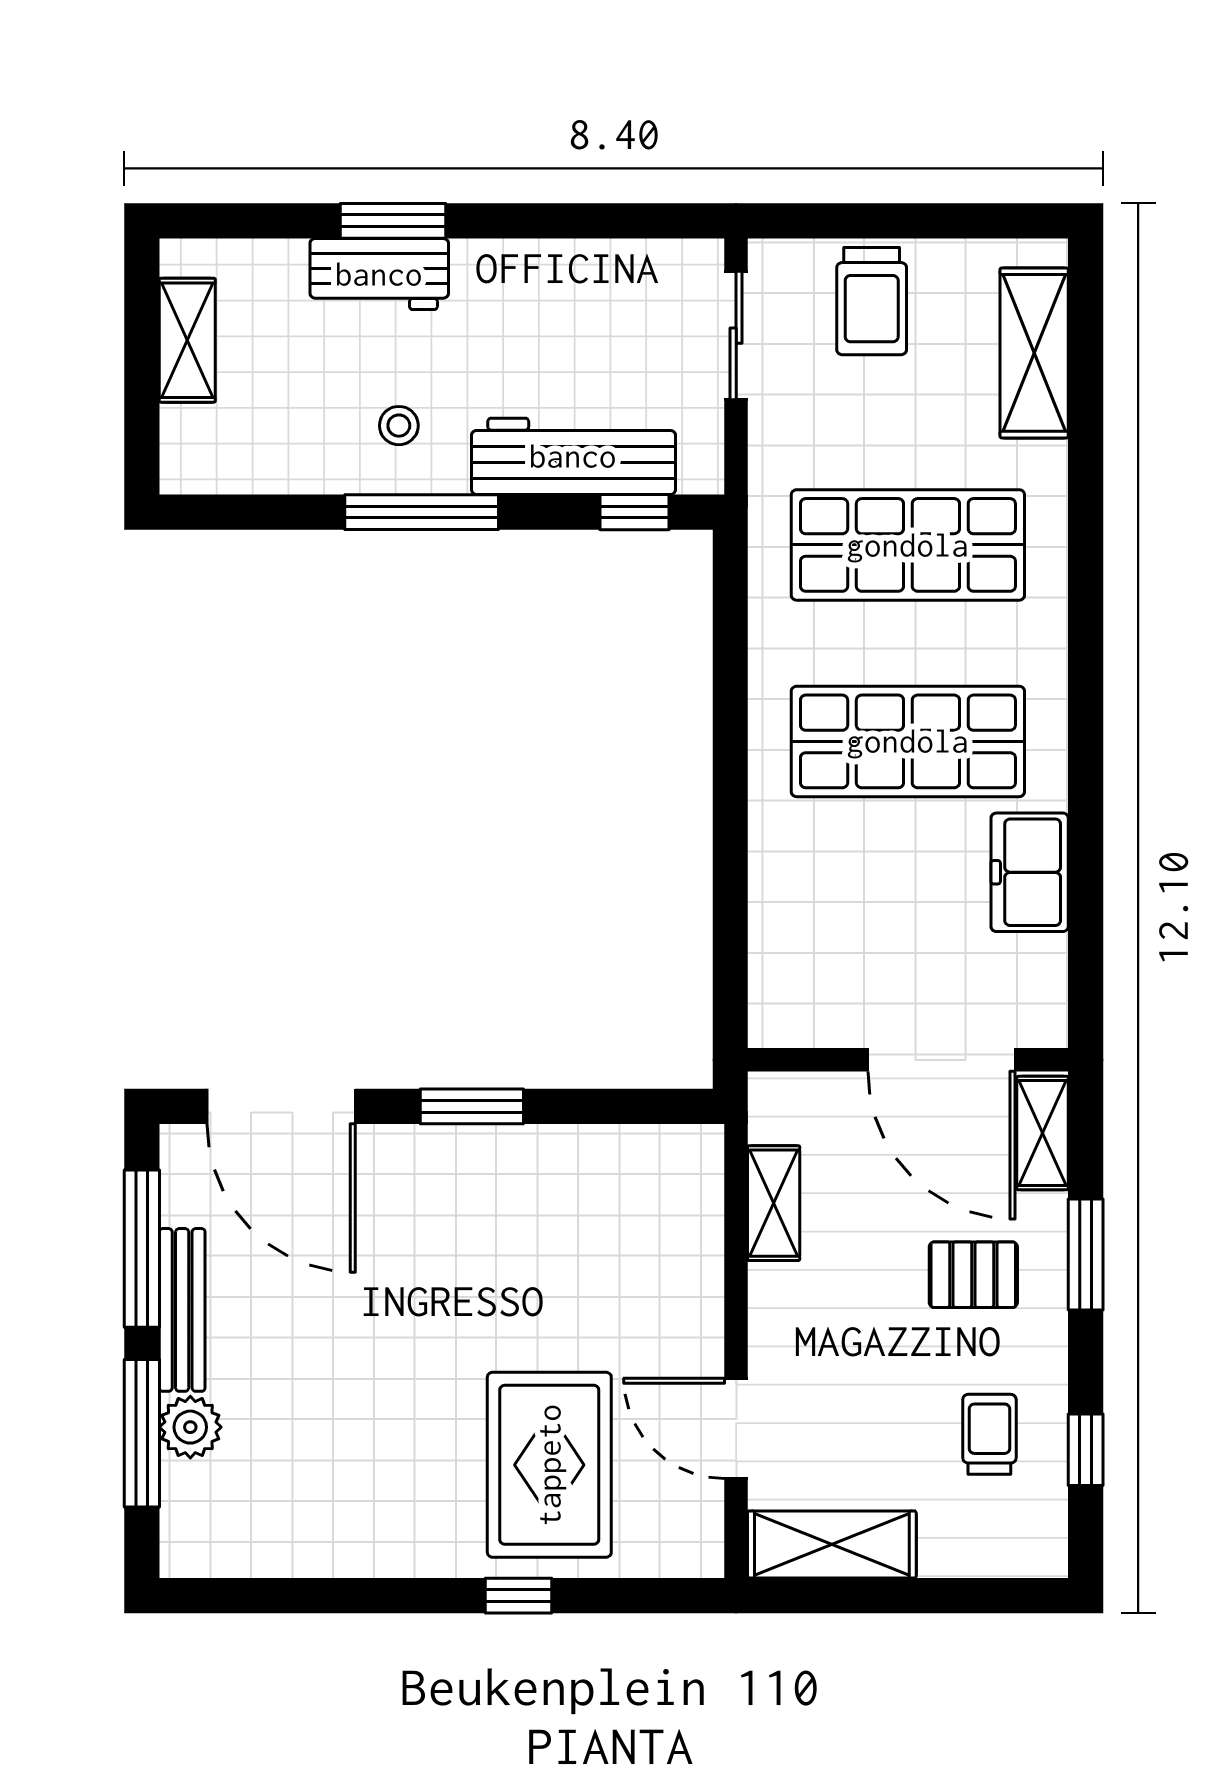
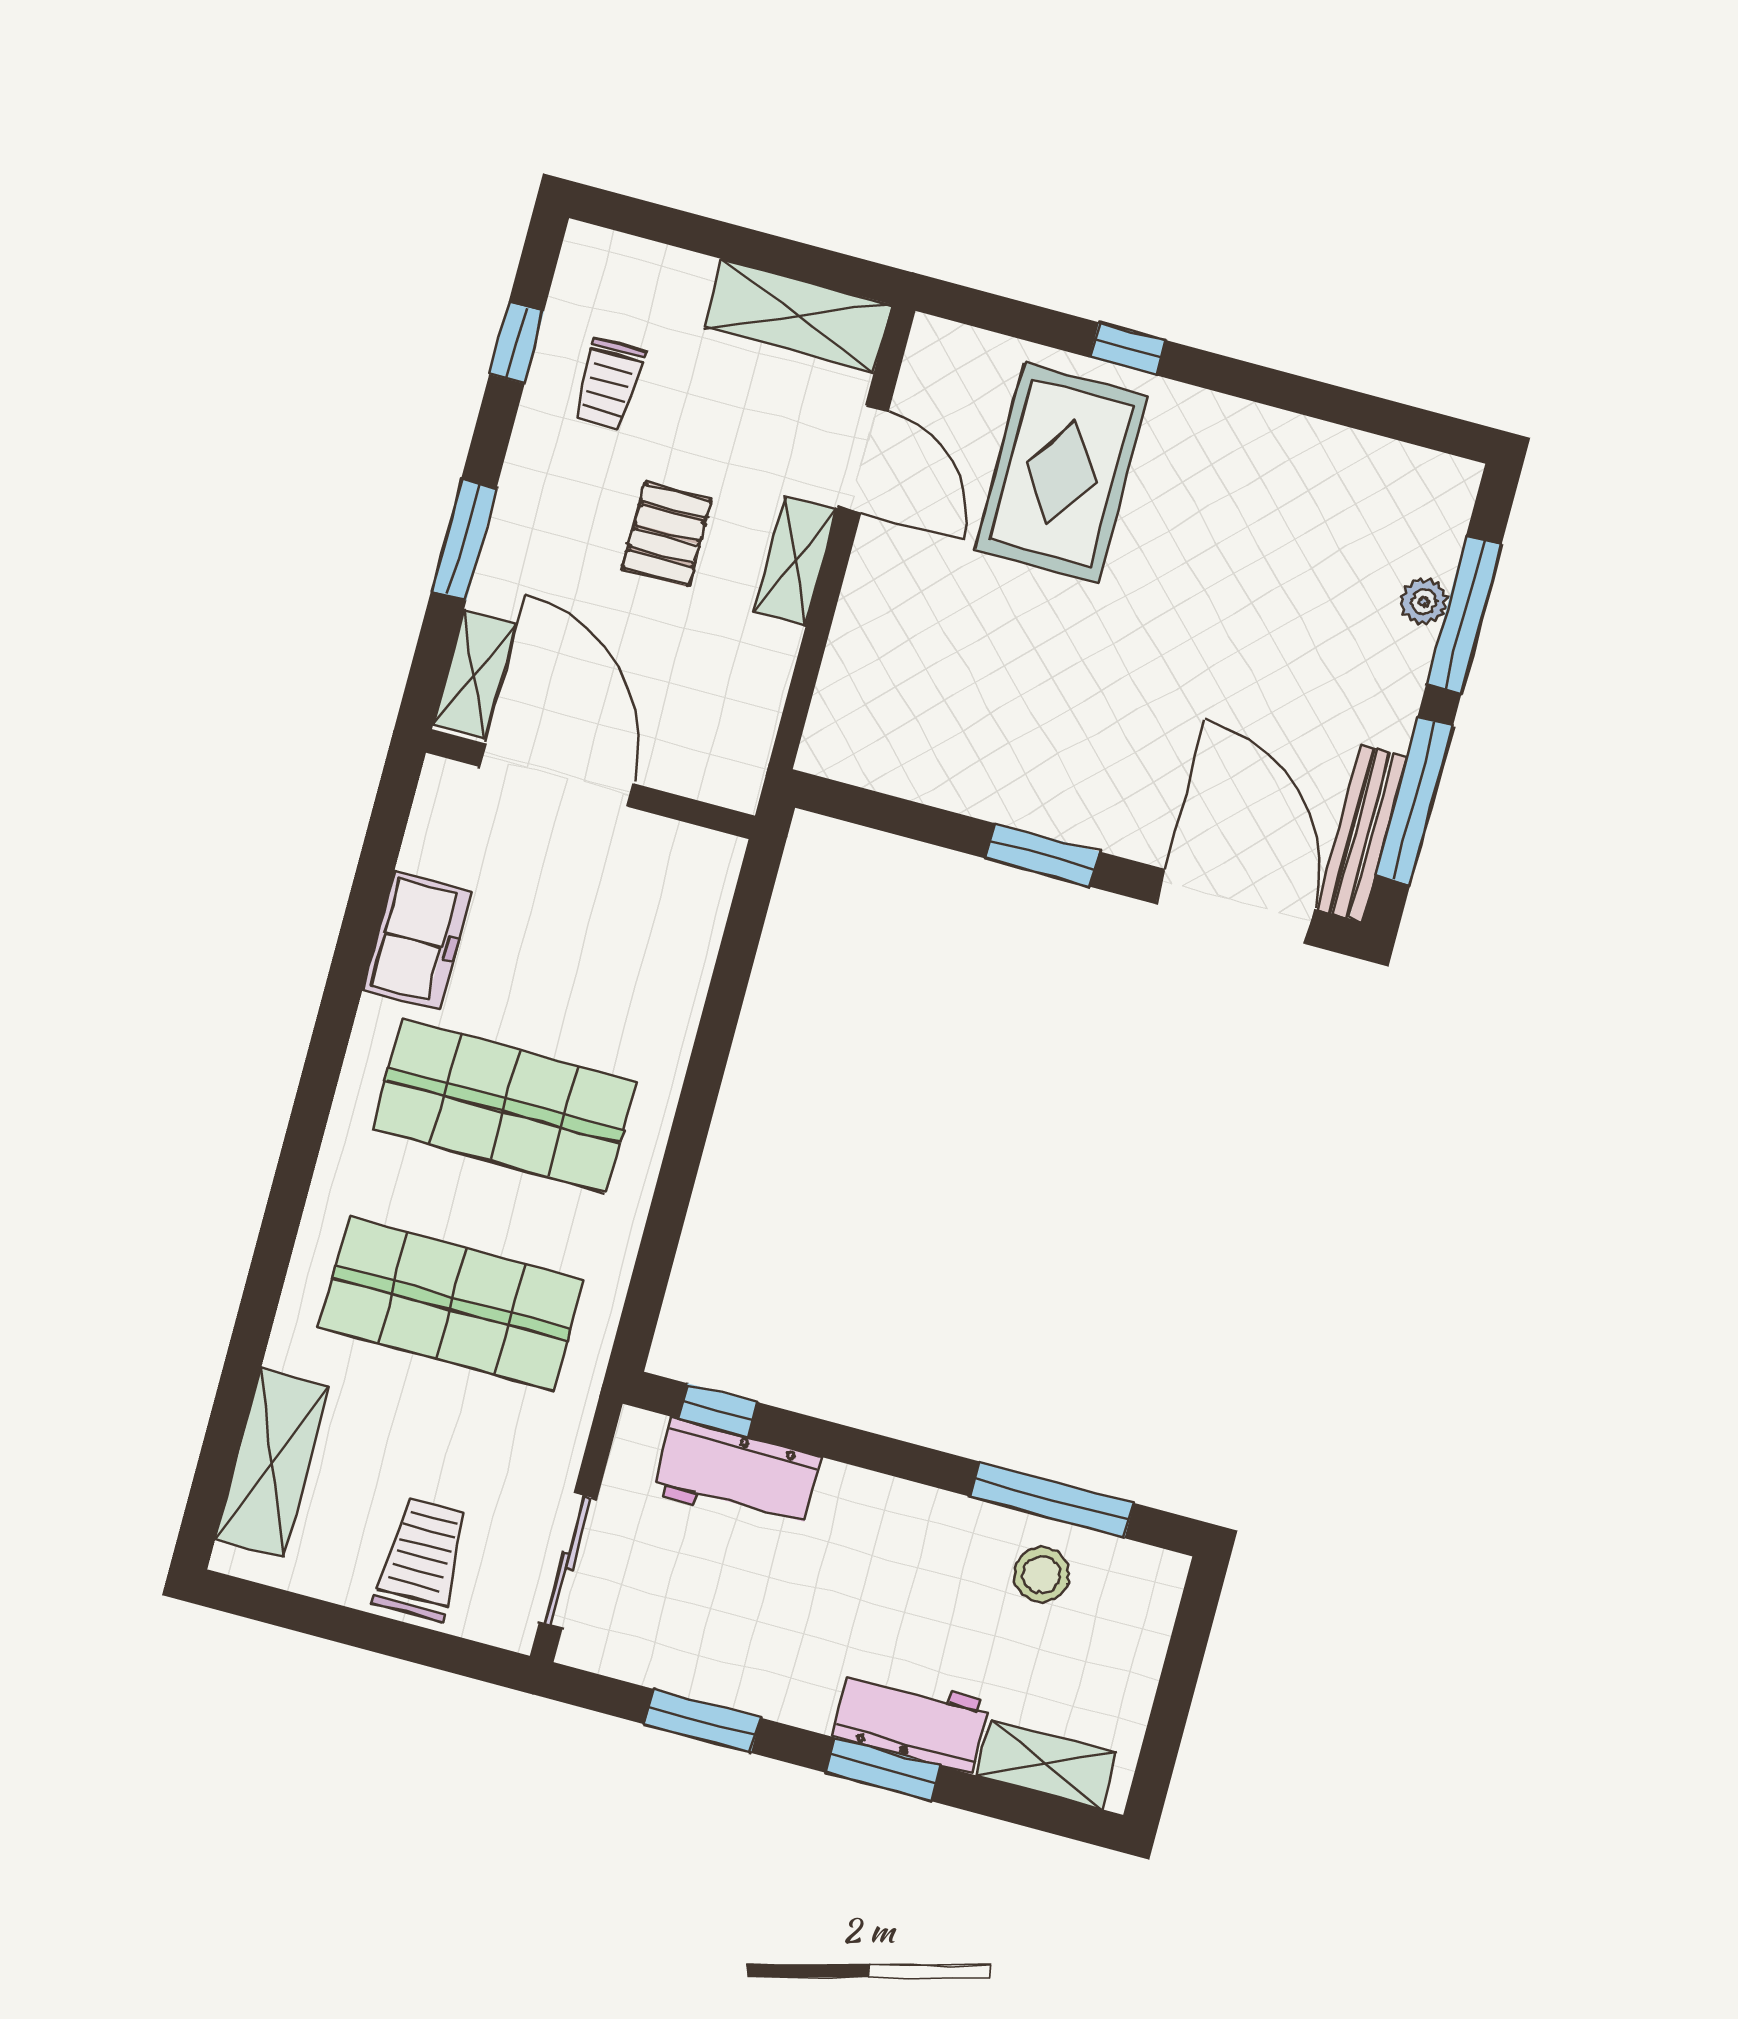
window: (572, 221) -> (703, 1721), added
shelving: (187, 340) -> (1046, 1764), moved, turned 90
stool: (399, 426) -> (1041, 1575), moved, width x1.37, depth x1.37
workbench: (573, 456) -> (736, 1476), width x0.73
window: (422, 512) -> (1052, 1500), moved
shelving: (774, 1203) -> (795, 561), moved
pallet: (973, 1275) -> (667, 534), moved, turned 90
bench: (182, 1310) -> (1362, 833), moved
plant: (190, 1427) -> (1424, 601), width x0.73, depth x0.73

